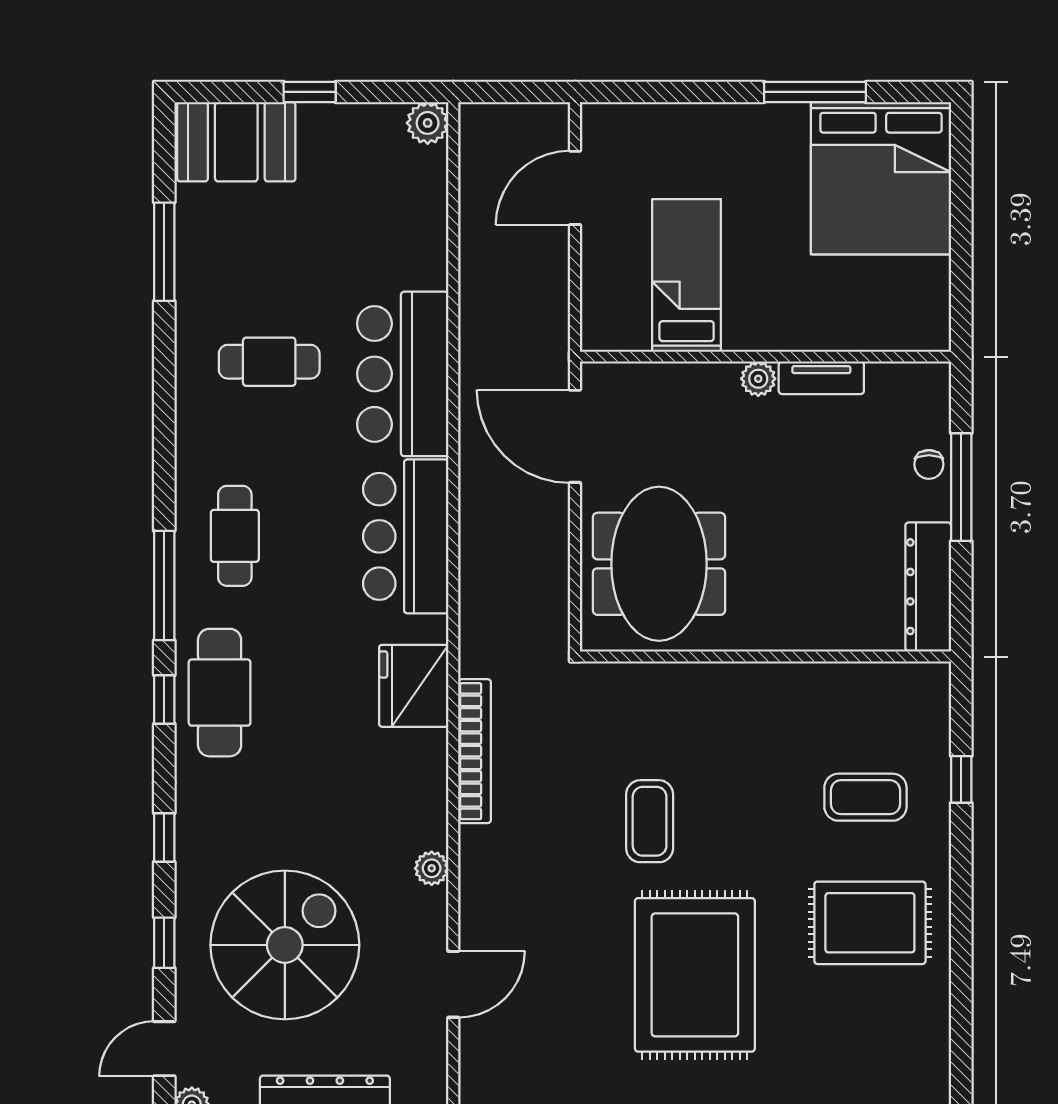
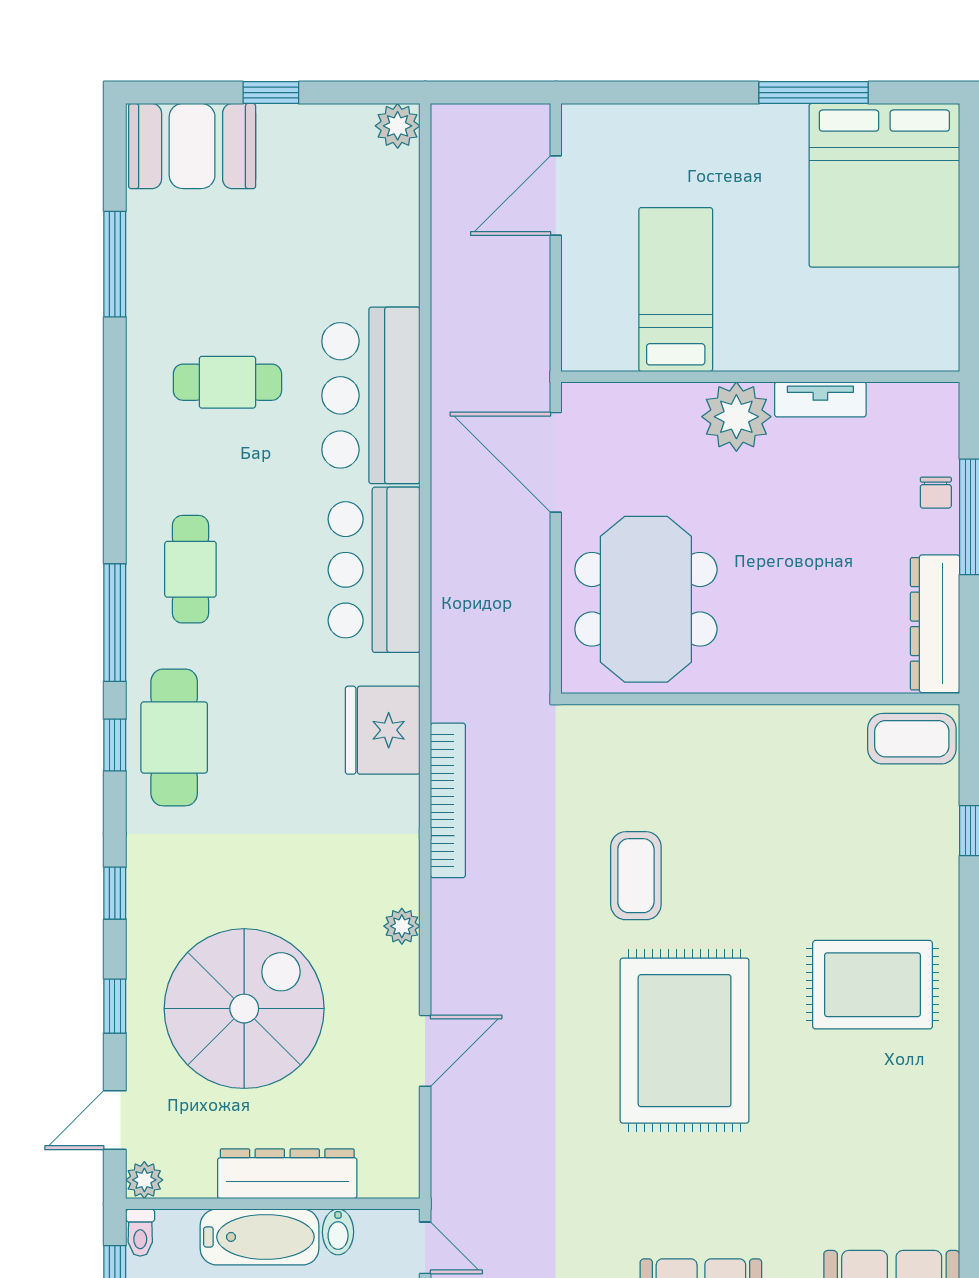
plant: (758, 379) -> (736, 417), width x1.87, depth x1.87
coffee table: (865, 797) -> (912, 739), moved

